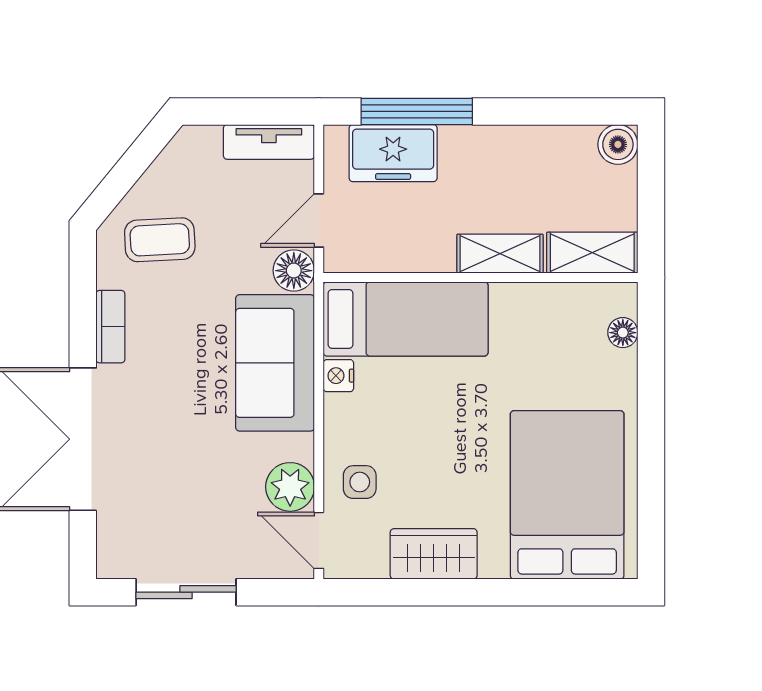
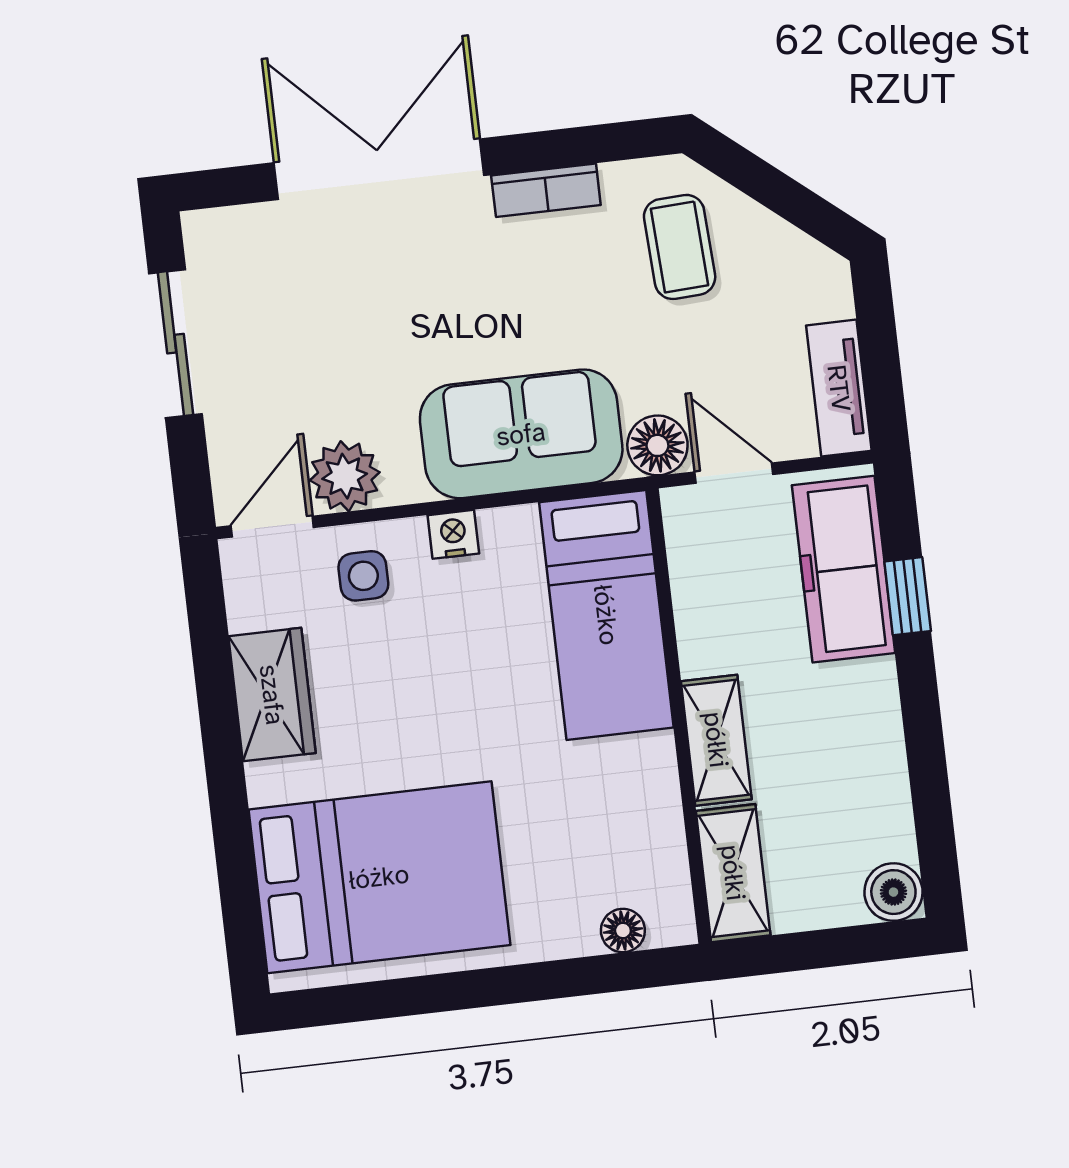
window: (417, 111) -> (908, 596), width x0.46
freezer: (393, 153) -> (844, 569), width x1.40
nightstand: (338, 376) -> (453, 534), moved

